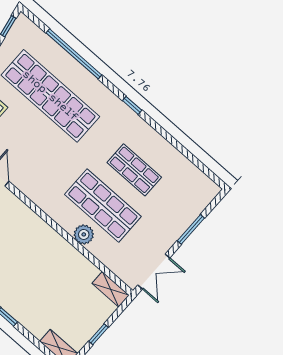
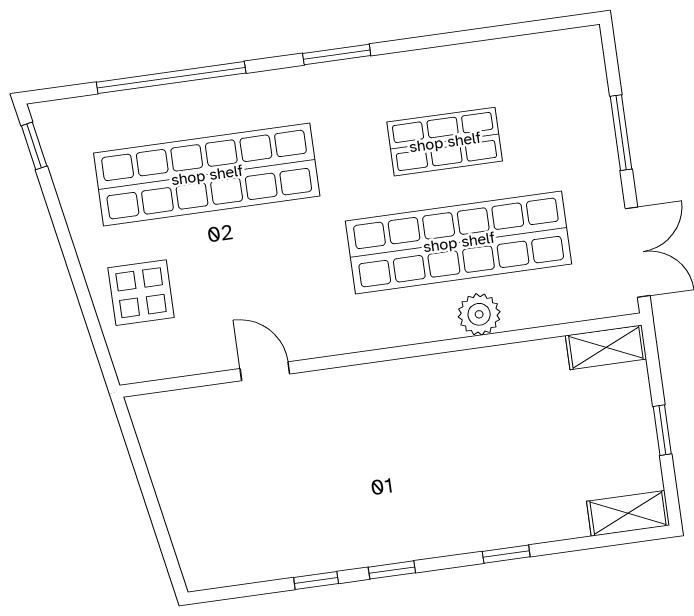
window: (132, 105) -> (337, 55), width x1.50
shop shelf: (103, 205) -> (459, 242), width x1.40

